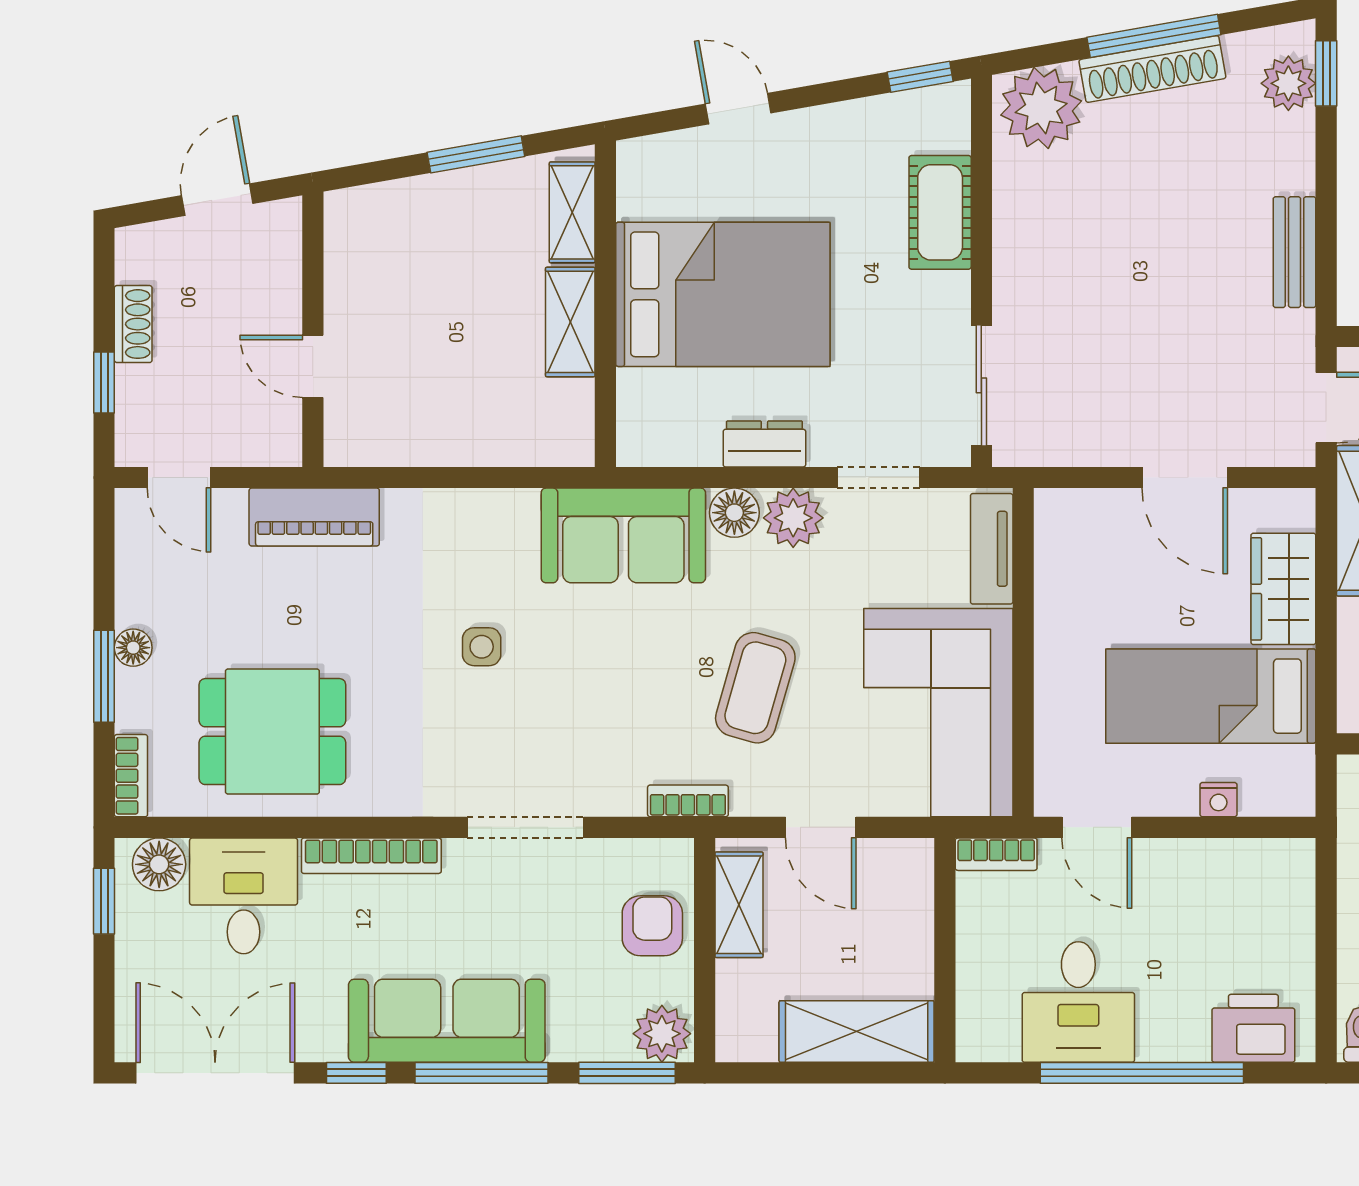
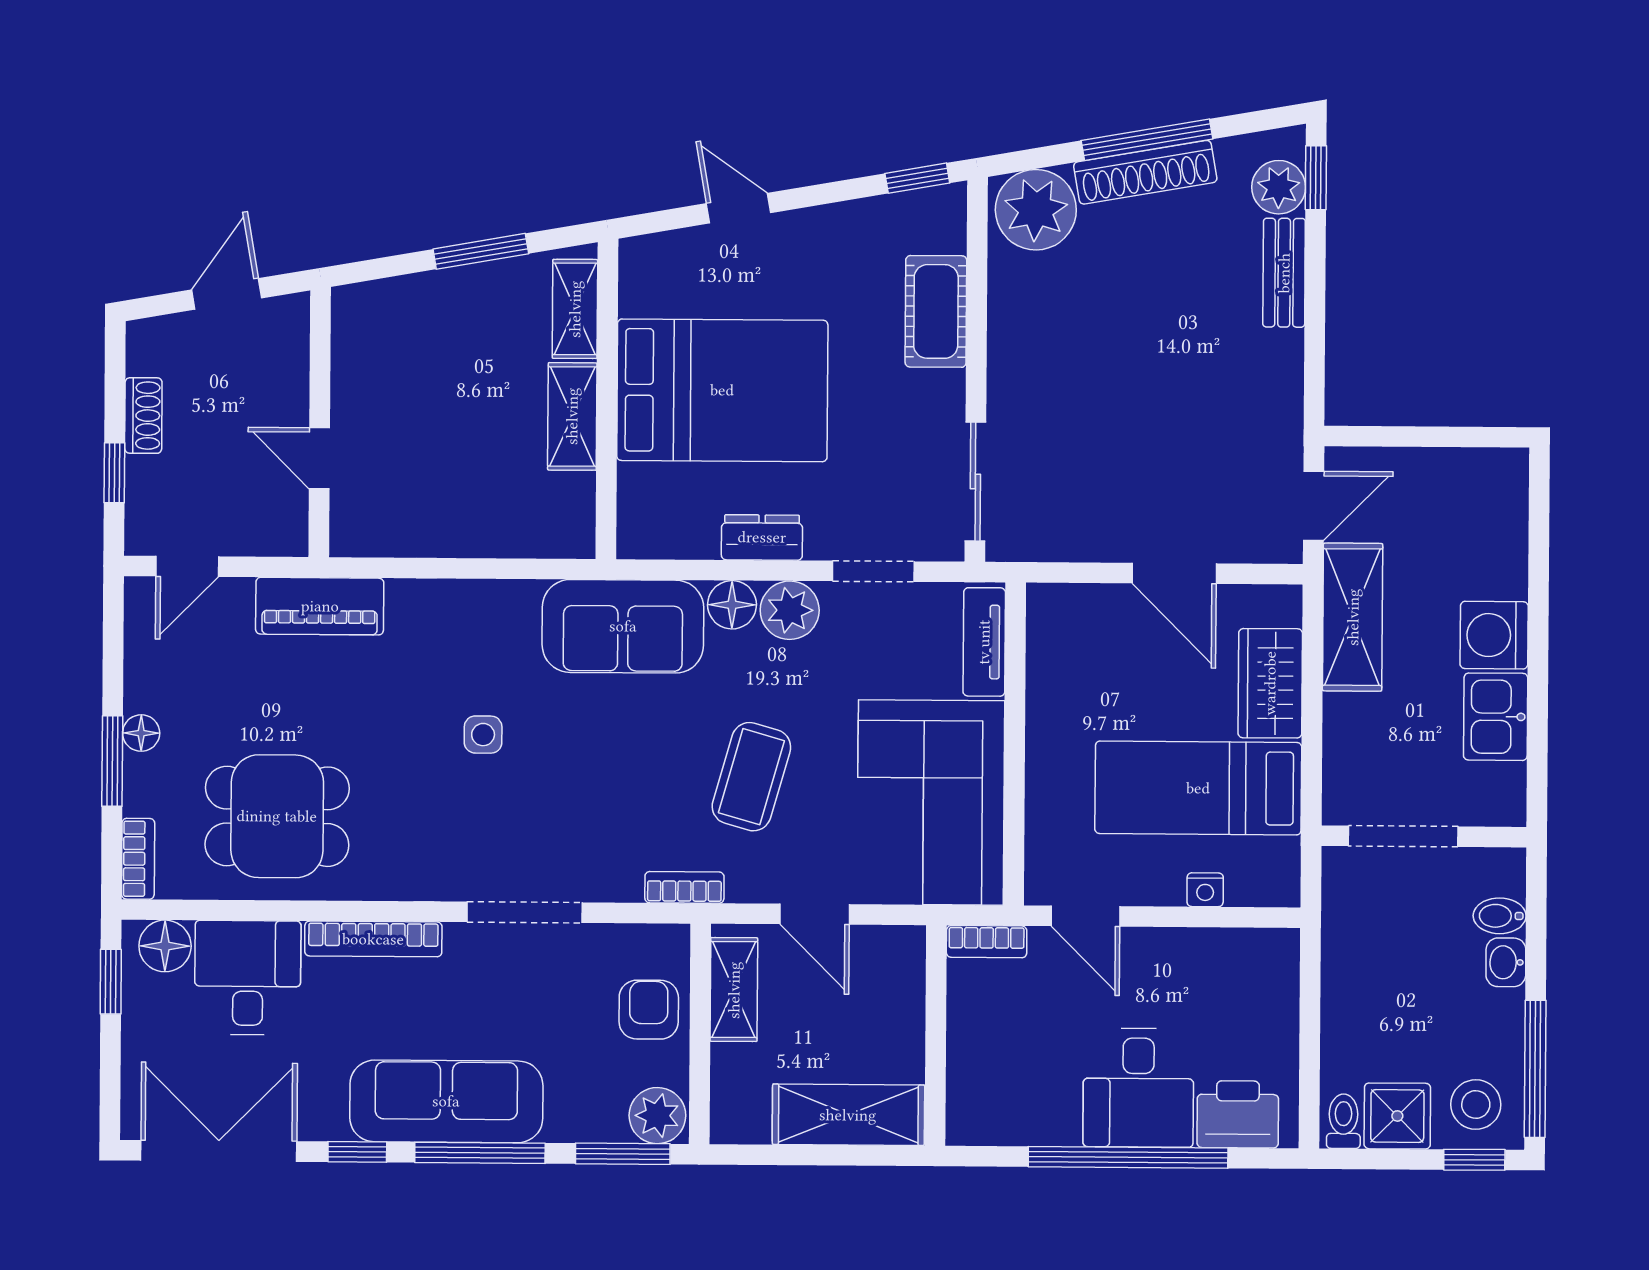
bench: (1295, 252) -> (1284, 273), moved
door: (179, 478) -> (187, 566), hinge flipped
desk: (1078, 1002) -> (1138, 1088), moved

